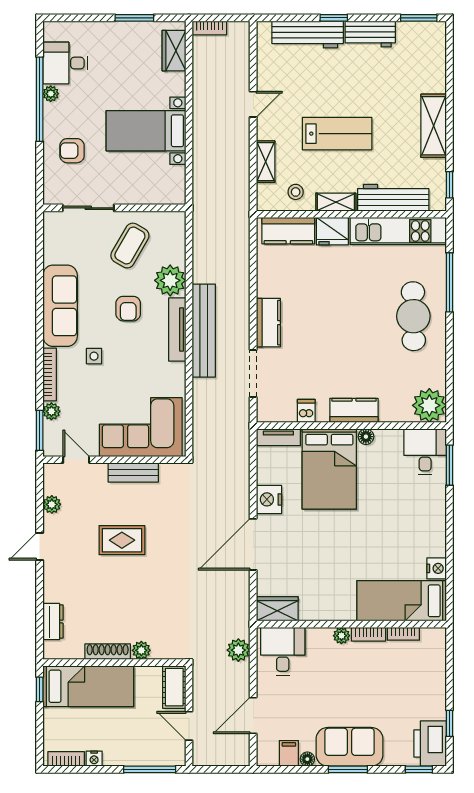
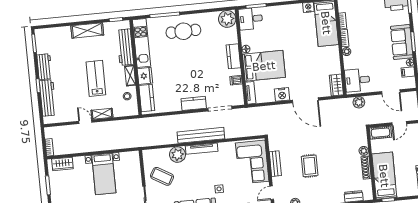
shelving: (266, 162) -> (102, 114), moved
armchair: (128, 309) -> (194, 174), removed

